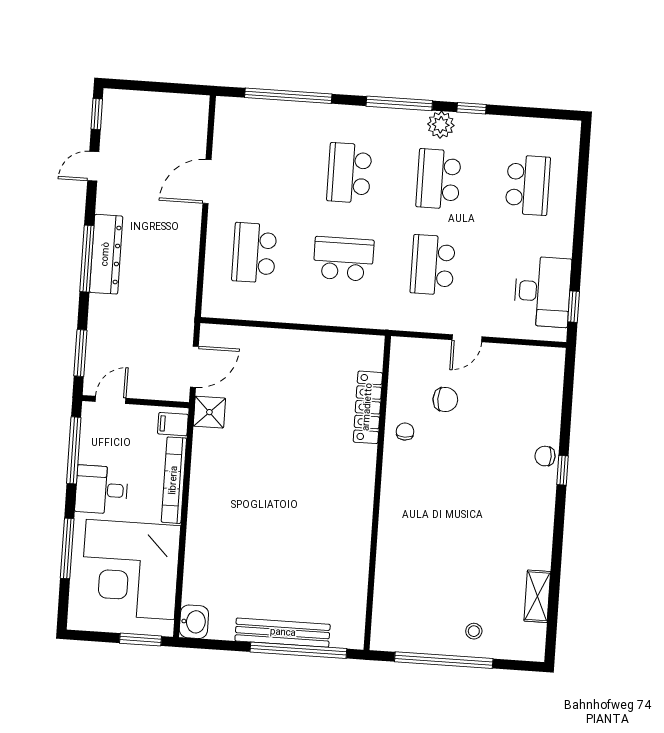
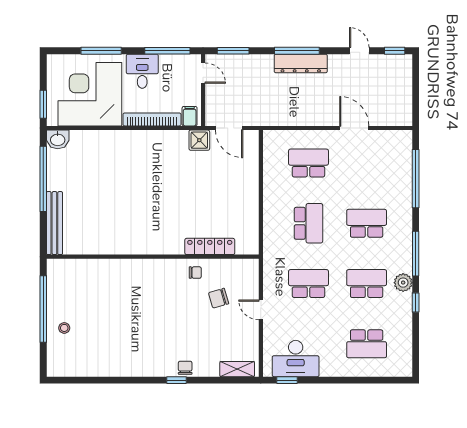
chair: (445, 399) -> (219, 298), turned 74
shelving: (537, 596) -> (237, 369), moved
bench: (283, 633) -> (54, 223), moved
window: (298, 650) -> (43, 179), moved

